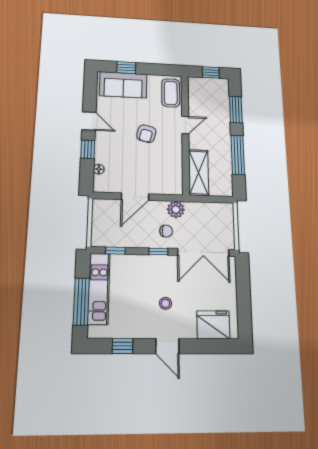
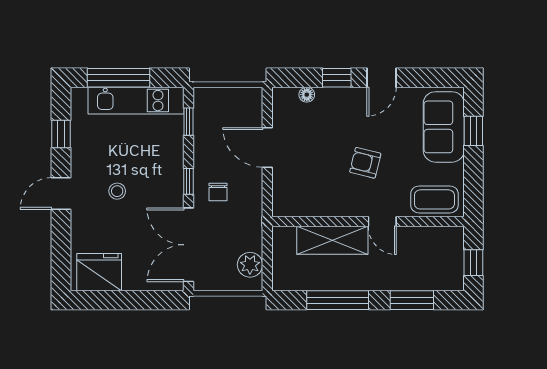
shelving: (199, 173) -> (332, 240), moved
plant: (176, 209) -> (250, 265), moved
fridge: (213, 325) -> (99, 272), moved, turned -90

